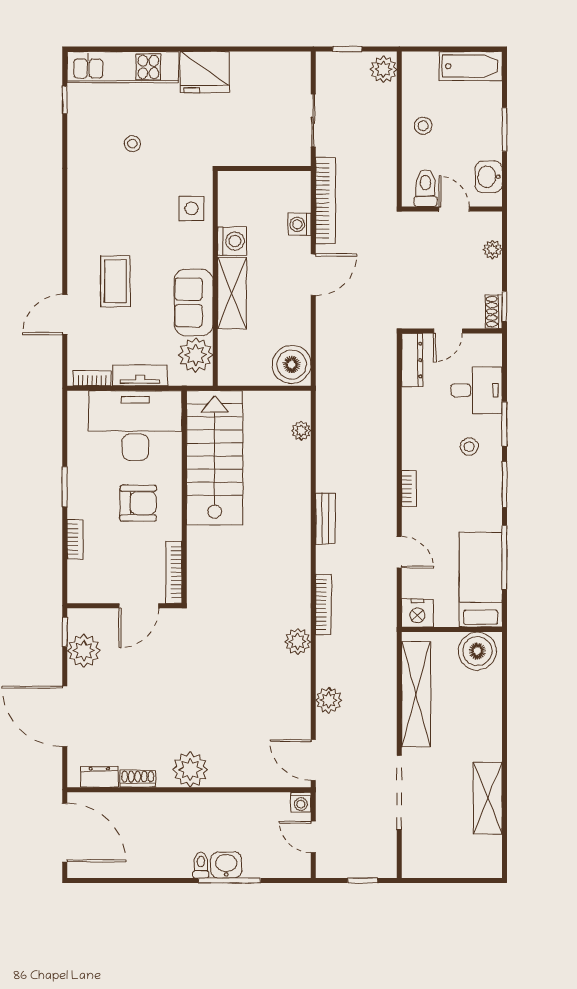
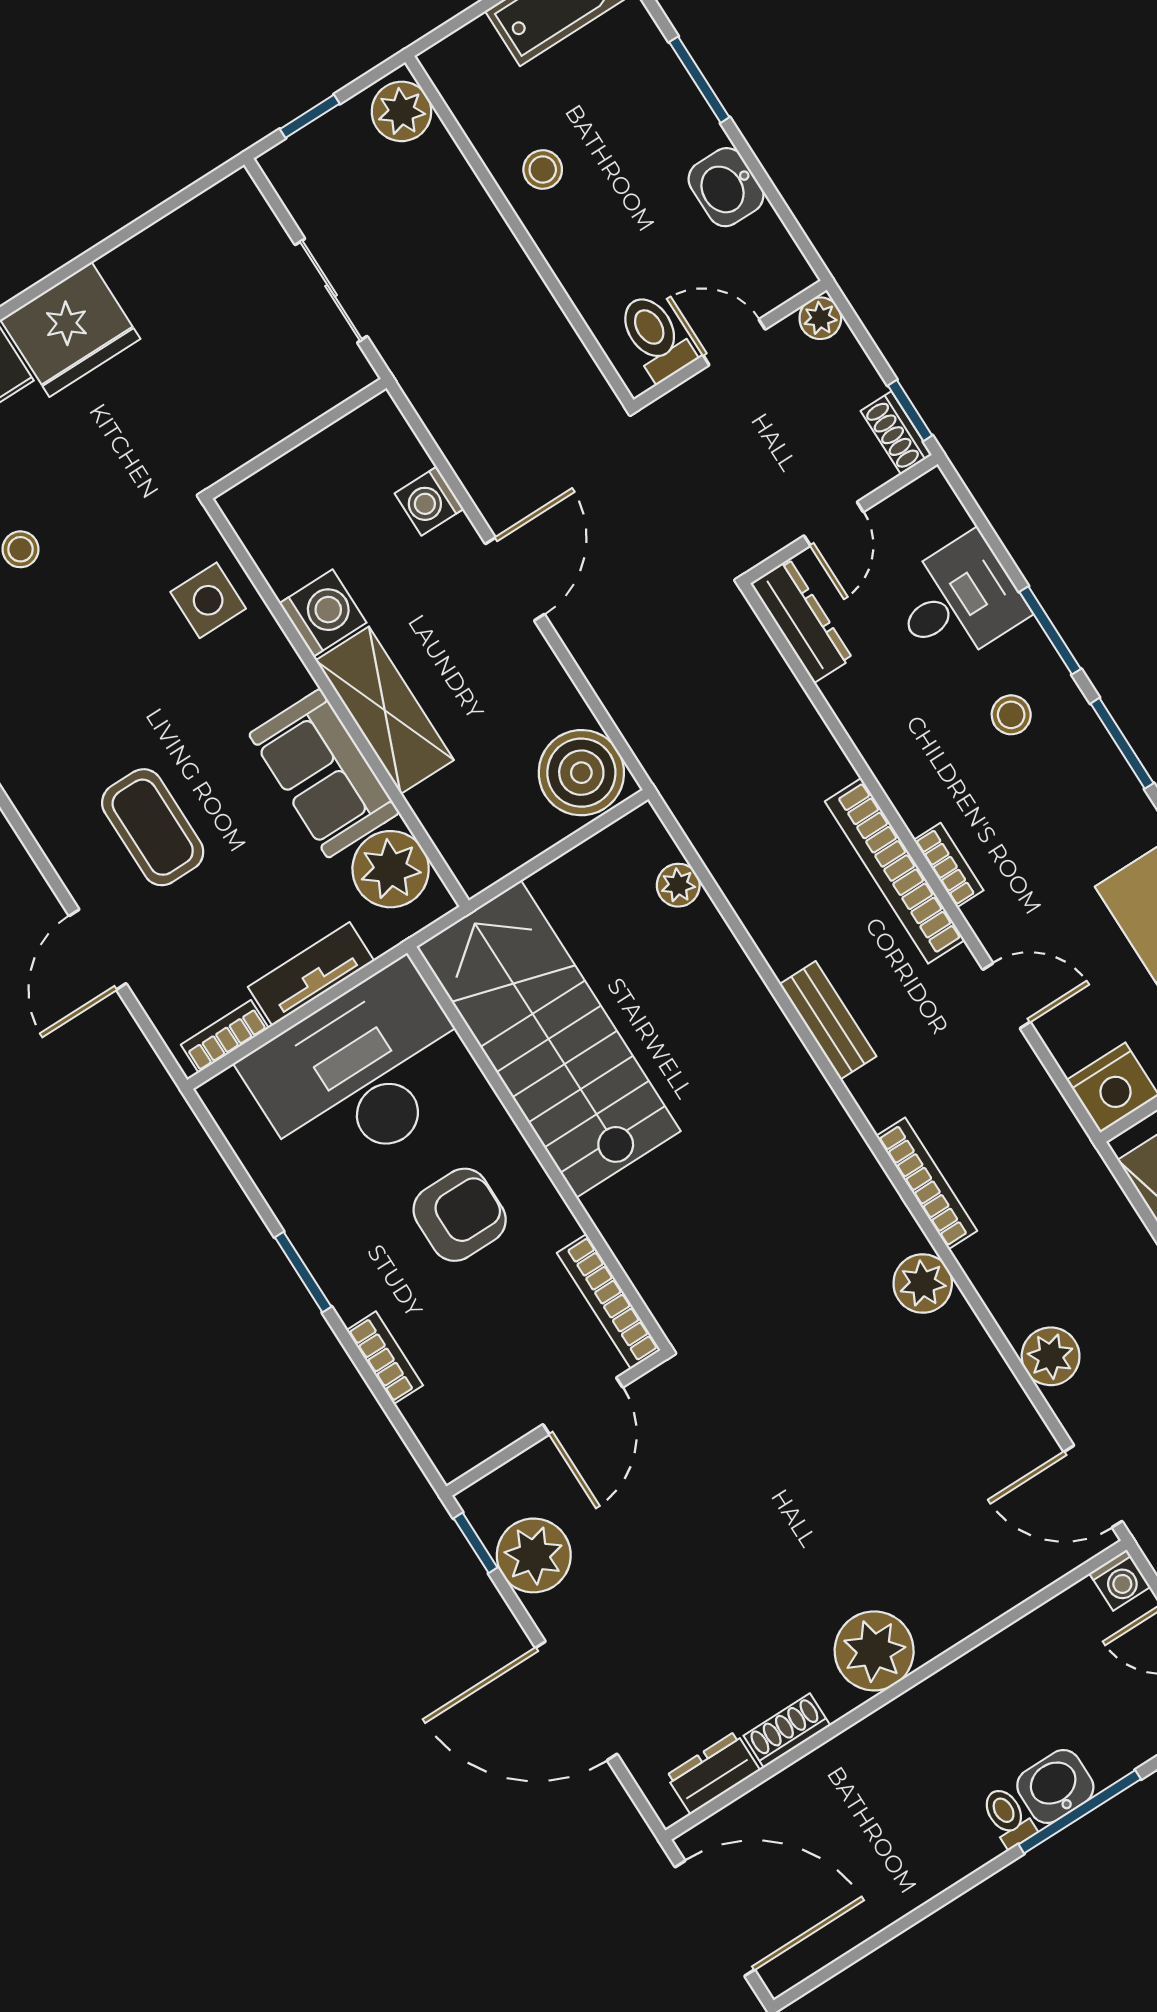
toilet: (425, 188) -> (655, 337), moved
bookcase: (326, 200) -> (895, 871), moved, turned 180
wall: (452, 209) -> (730, 345), moved
door: (454, 209) -> (734, 342), moved

